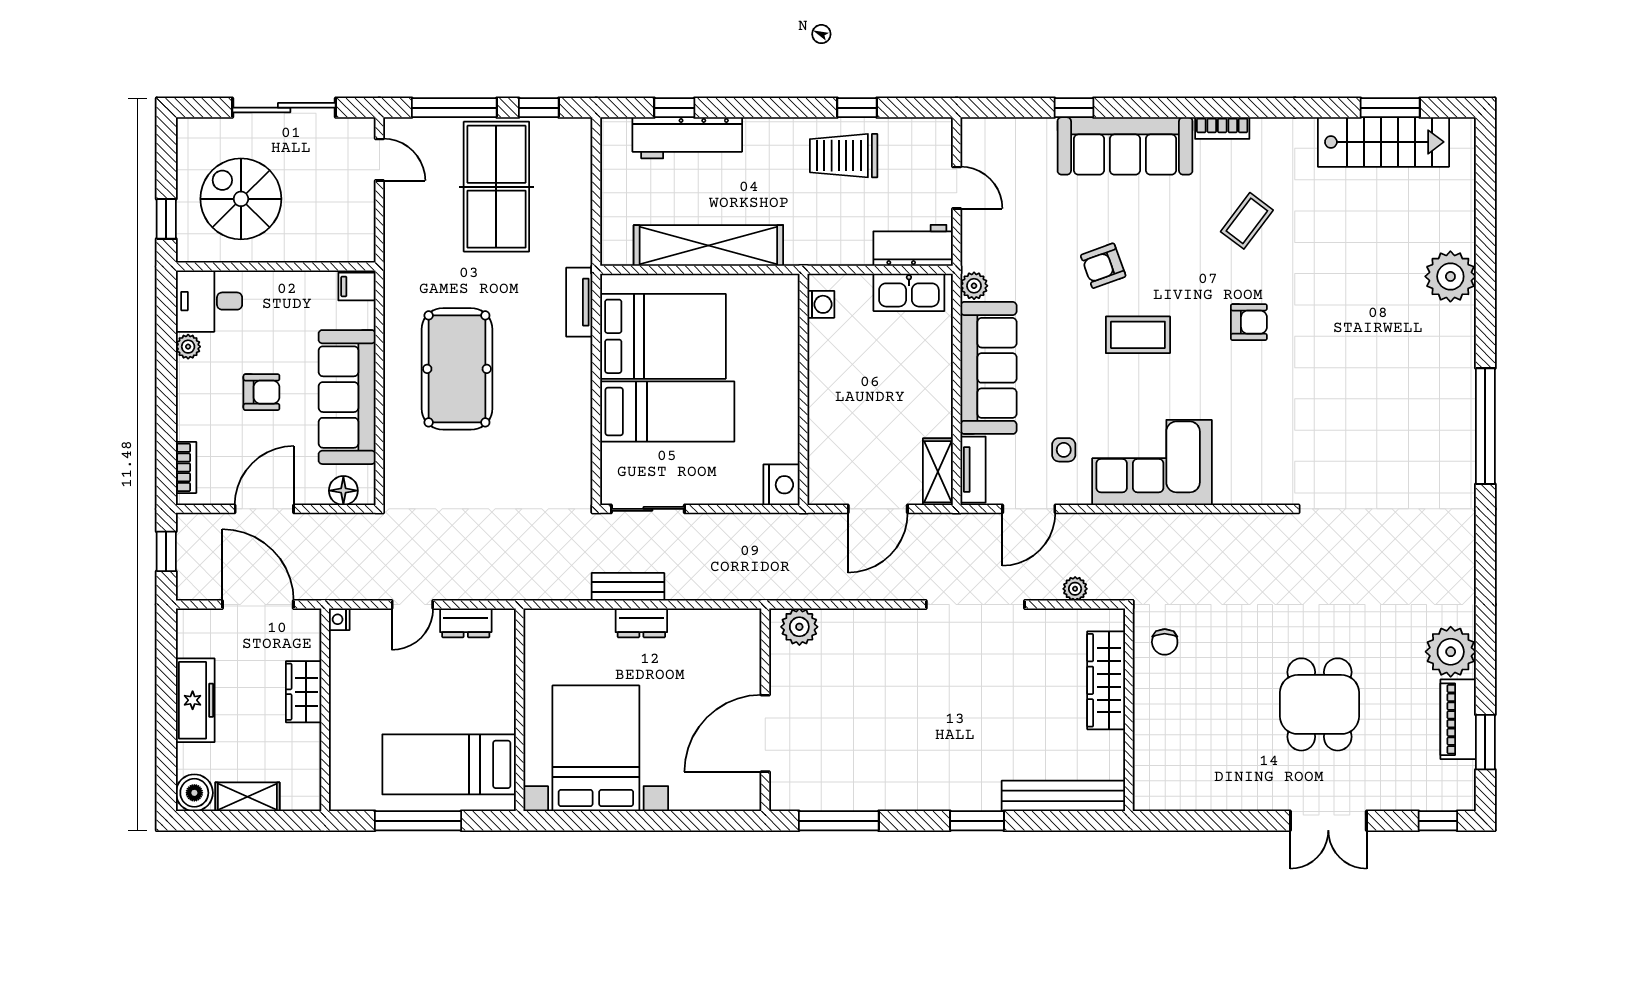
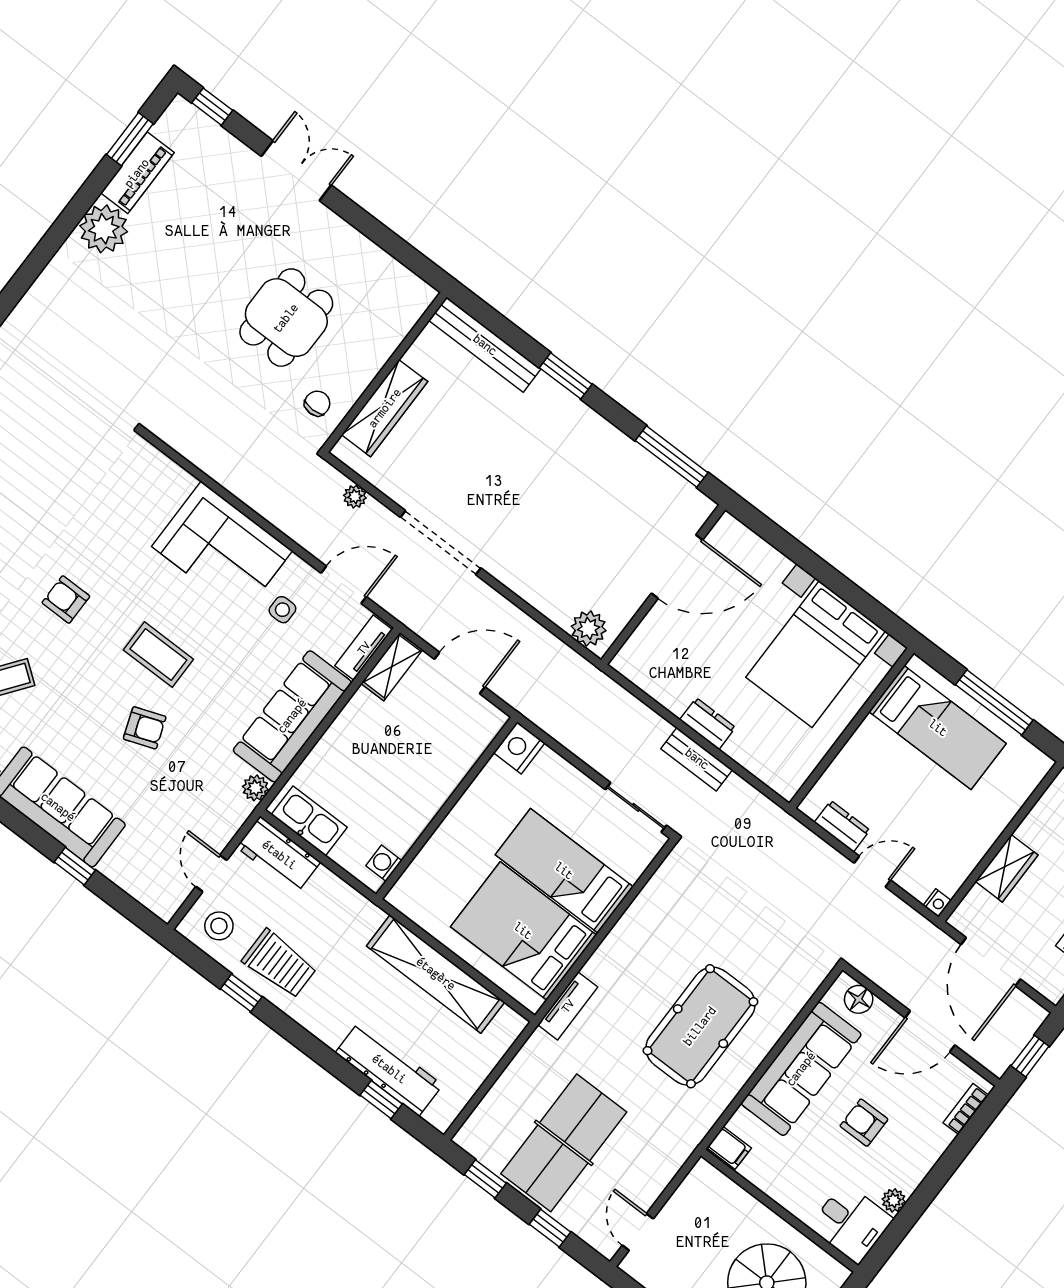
window: (454, 108) -> (550, 1228), width x0.46
stool: (917, 149) -> (219, 926), added
dining table: (1319, 704) -> (286, 318), moved

